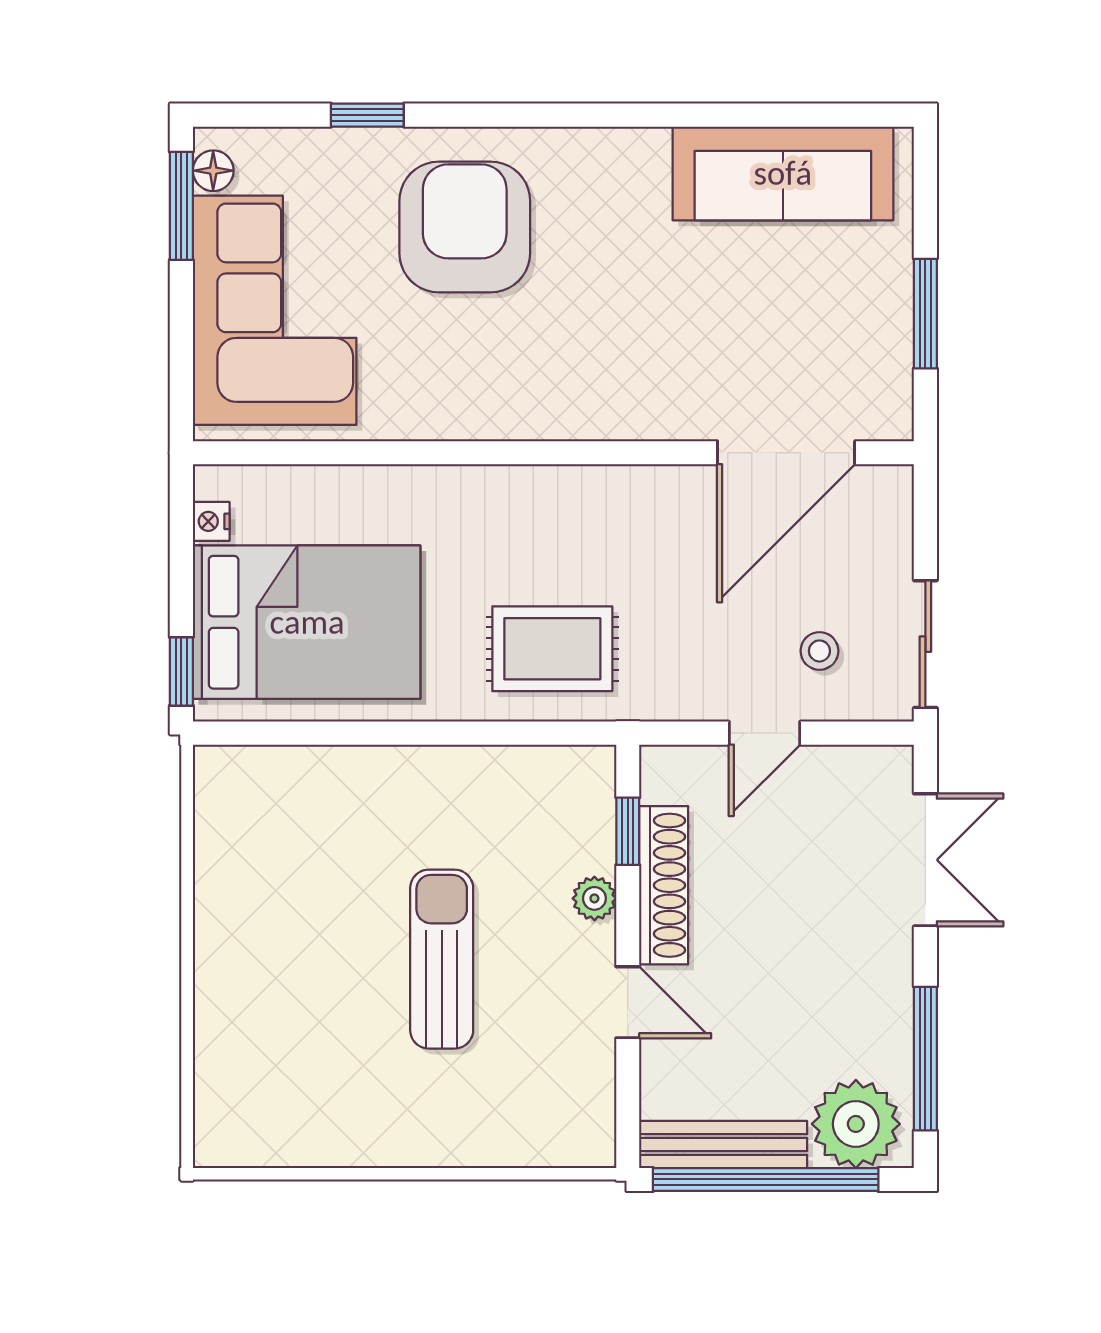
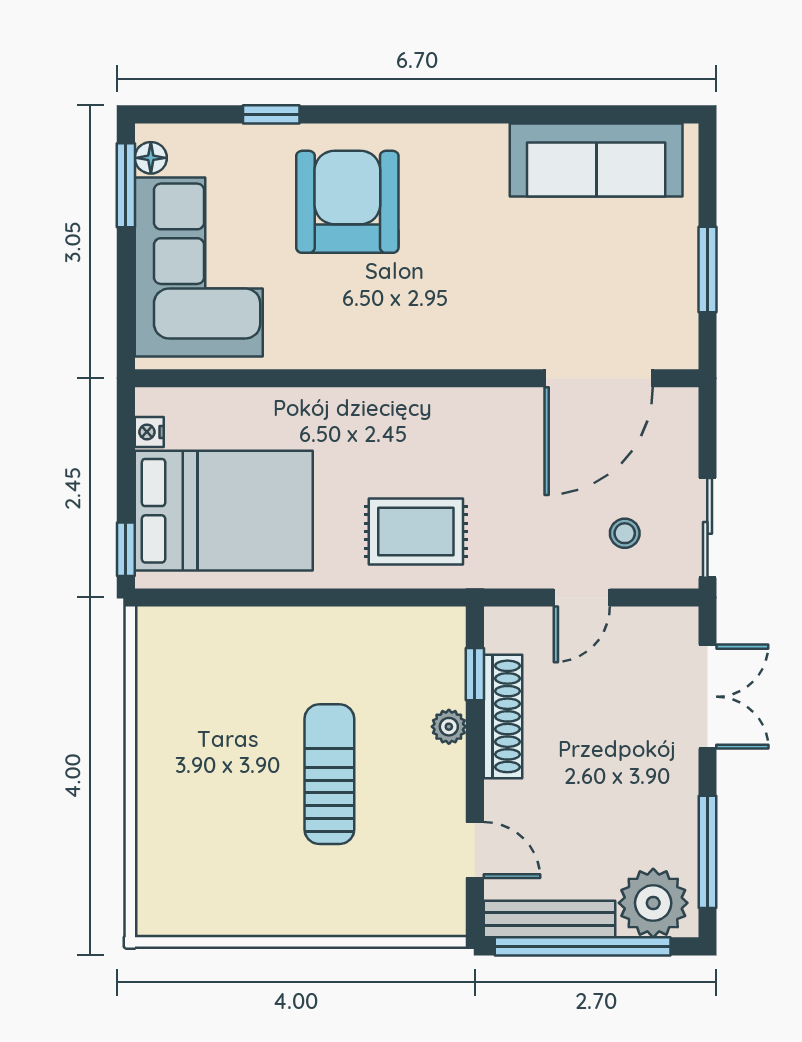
door: (628, 1002) -> (475, 850), moved

